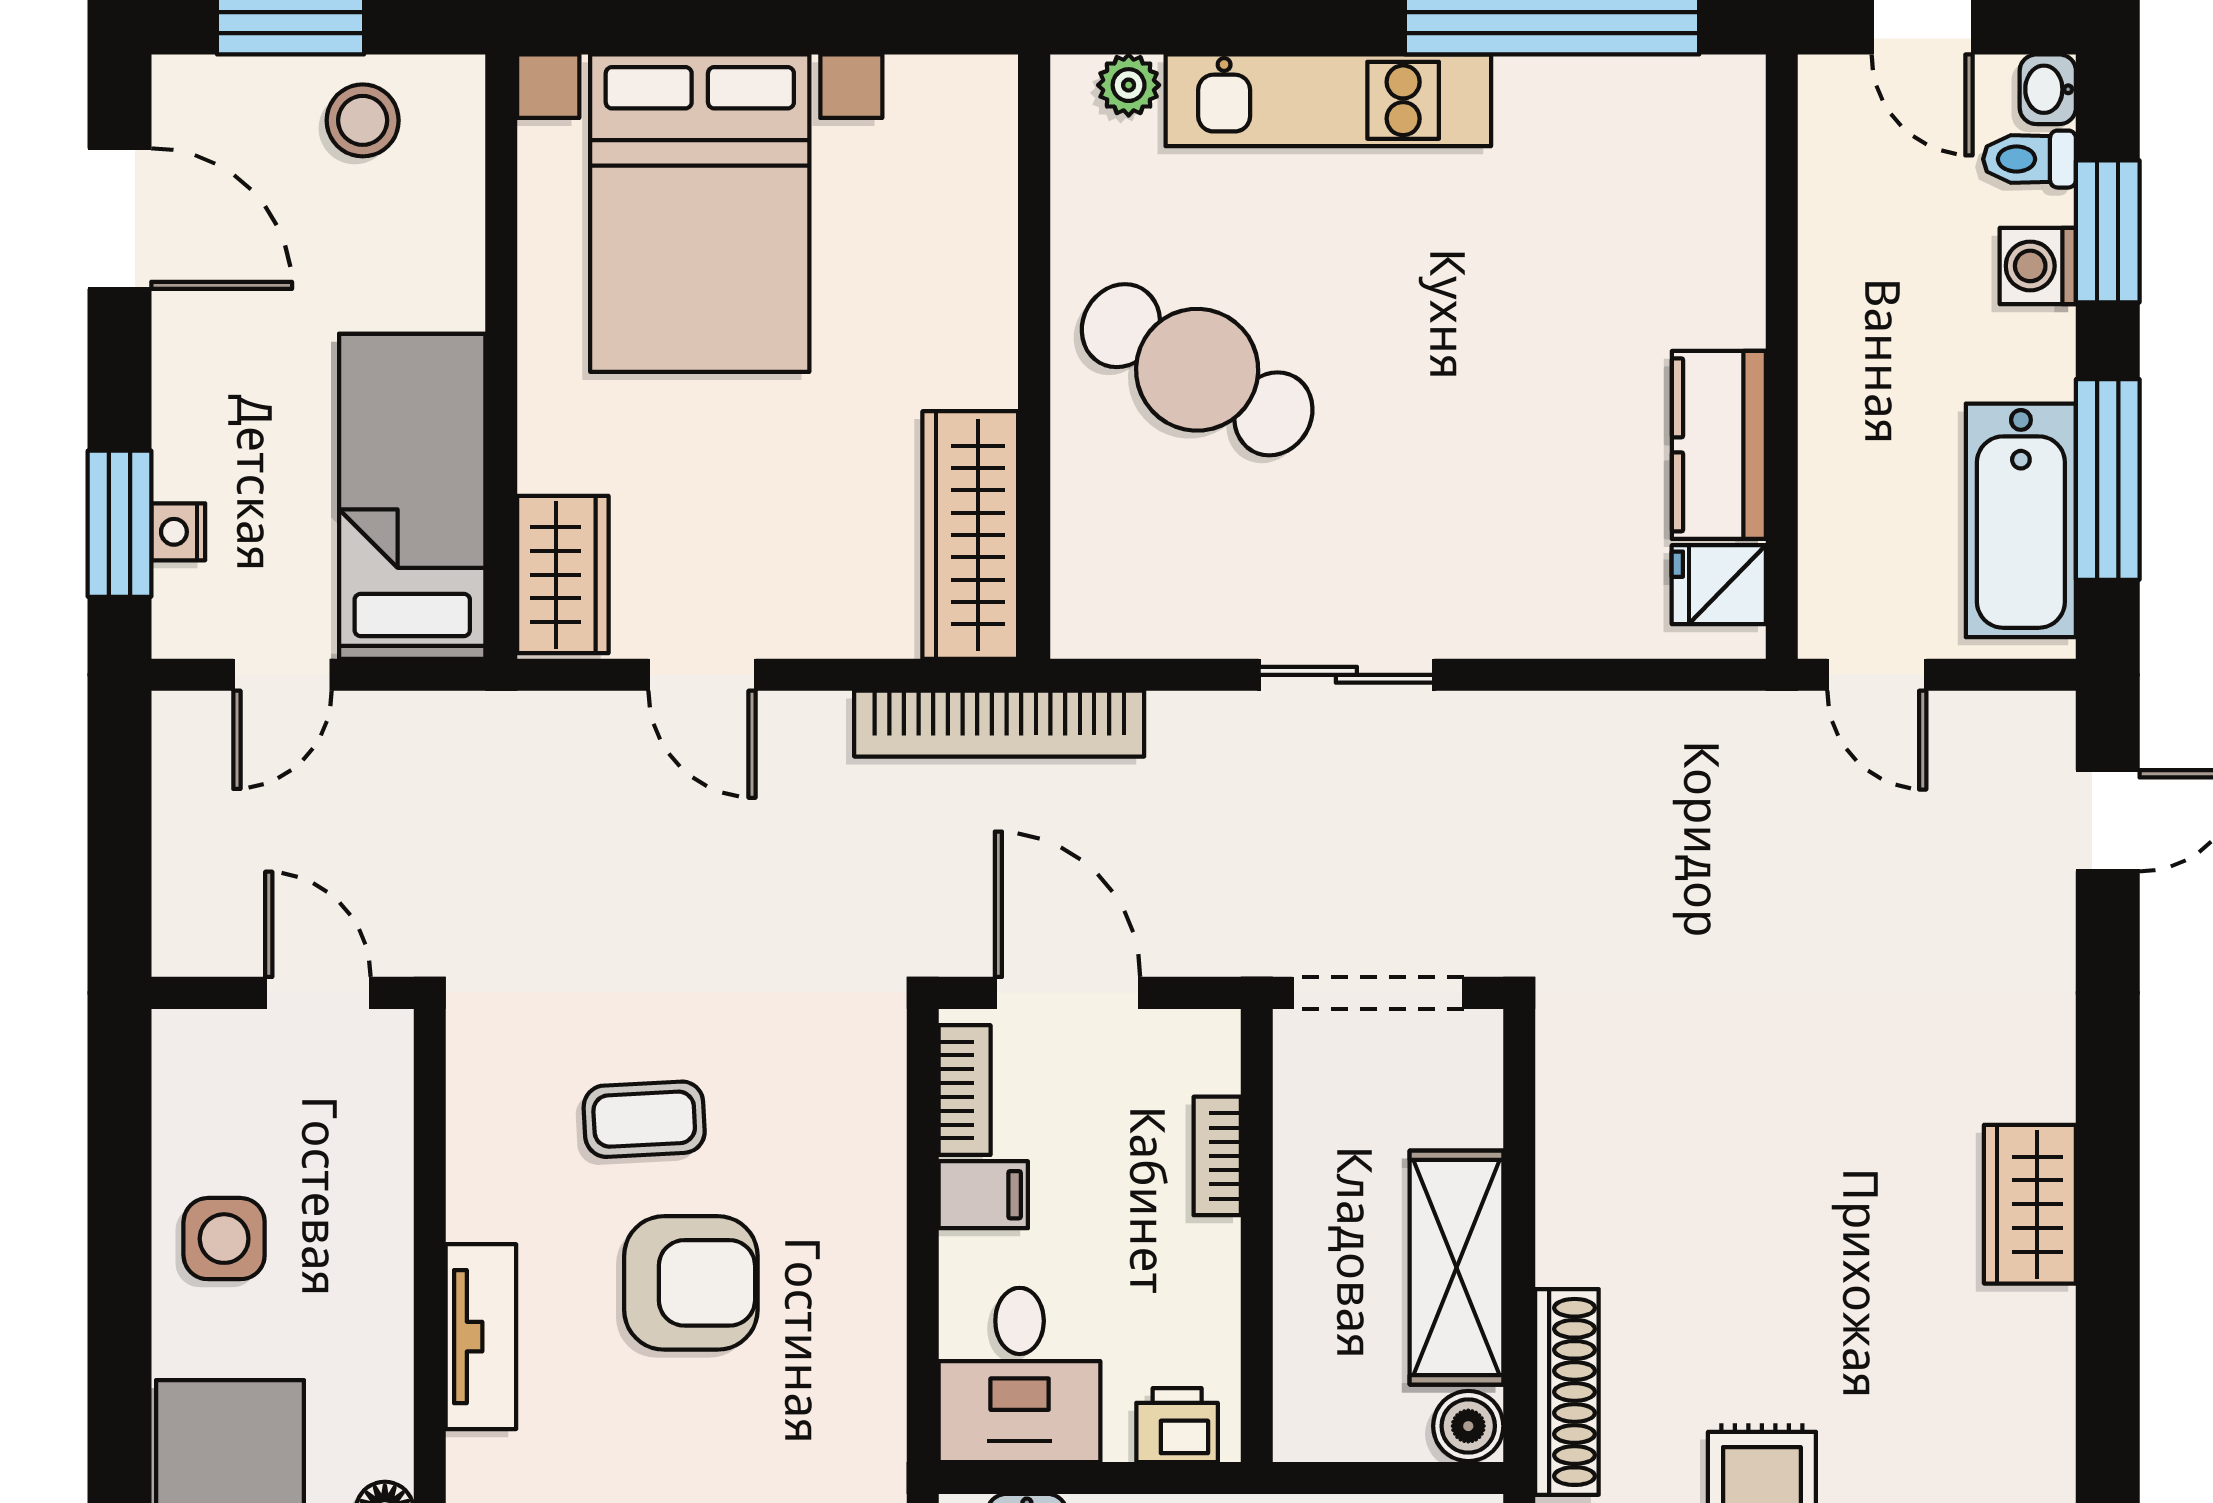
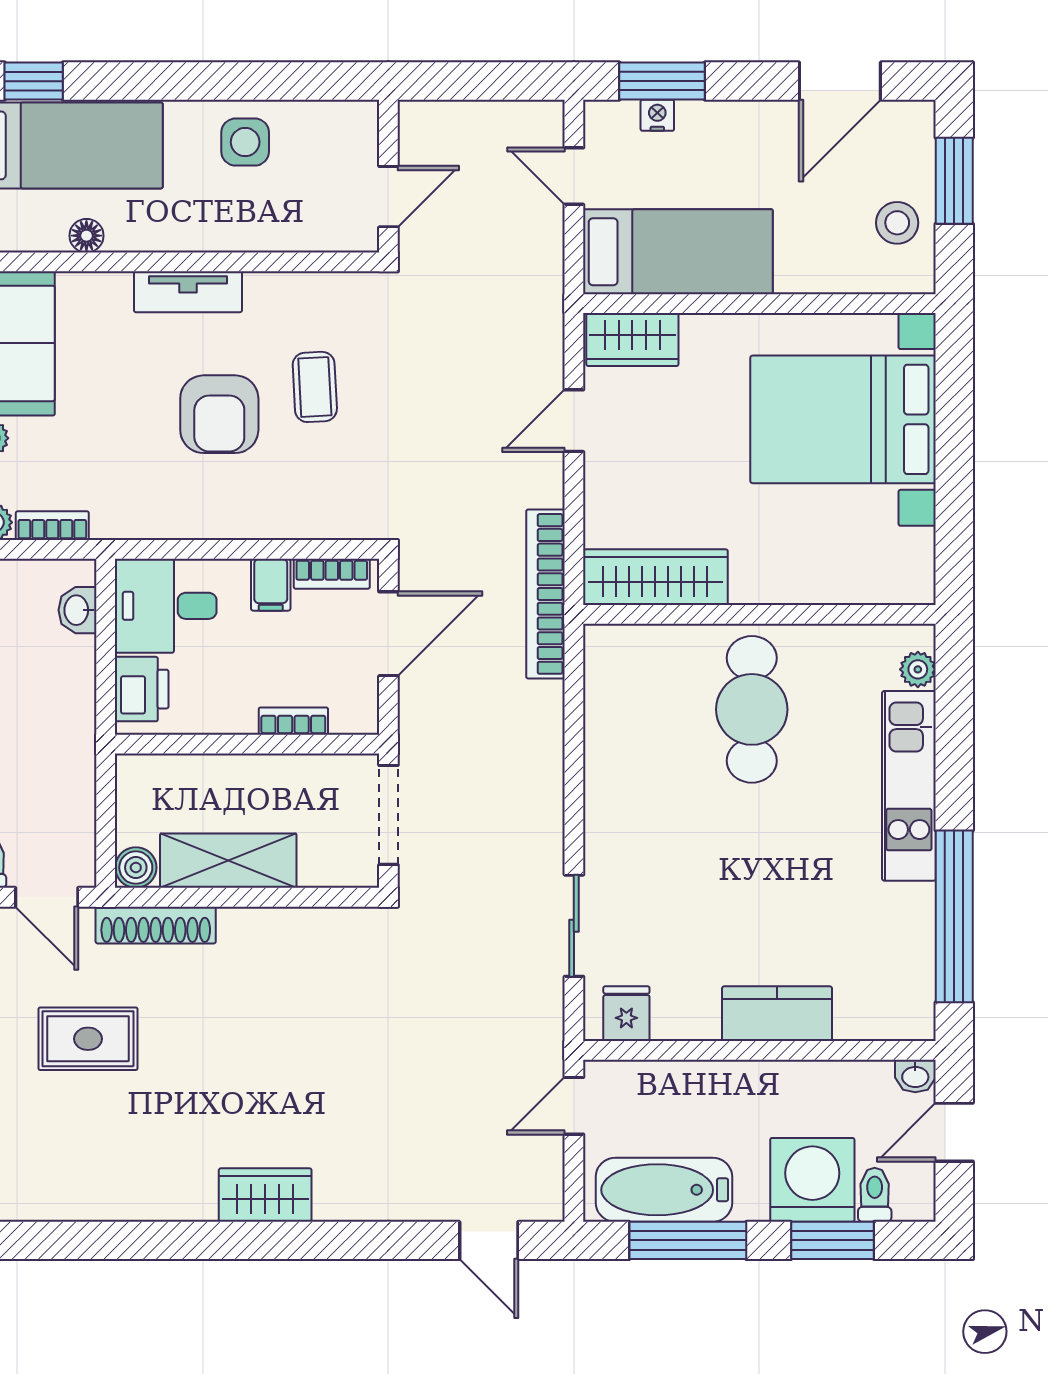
washbasin: (2048, 89) -> (915, 1076), moved, turned 180
washing machine: (2038, 266) -> (812, 1180), width x1.89, depth x1.89
cafe table: (1197, 370) -> (752, 709), turned -30
kitchen counter: (1719, 445) -> (777, 1014), moved
sliding door: (1346, 675) -> (574, 926), moved
printer: (1177, 1425) -> (142, 689), width x1.36, depth x1.24

